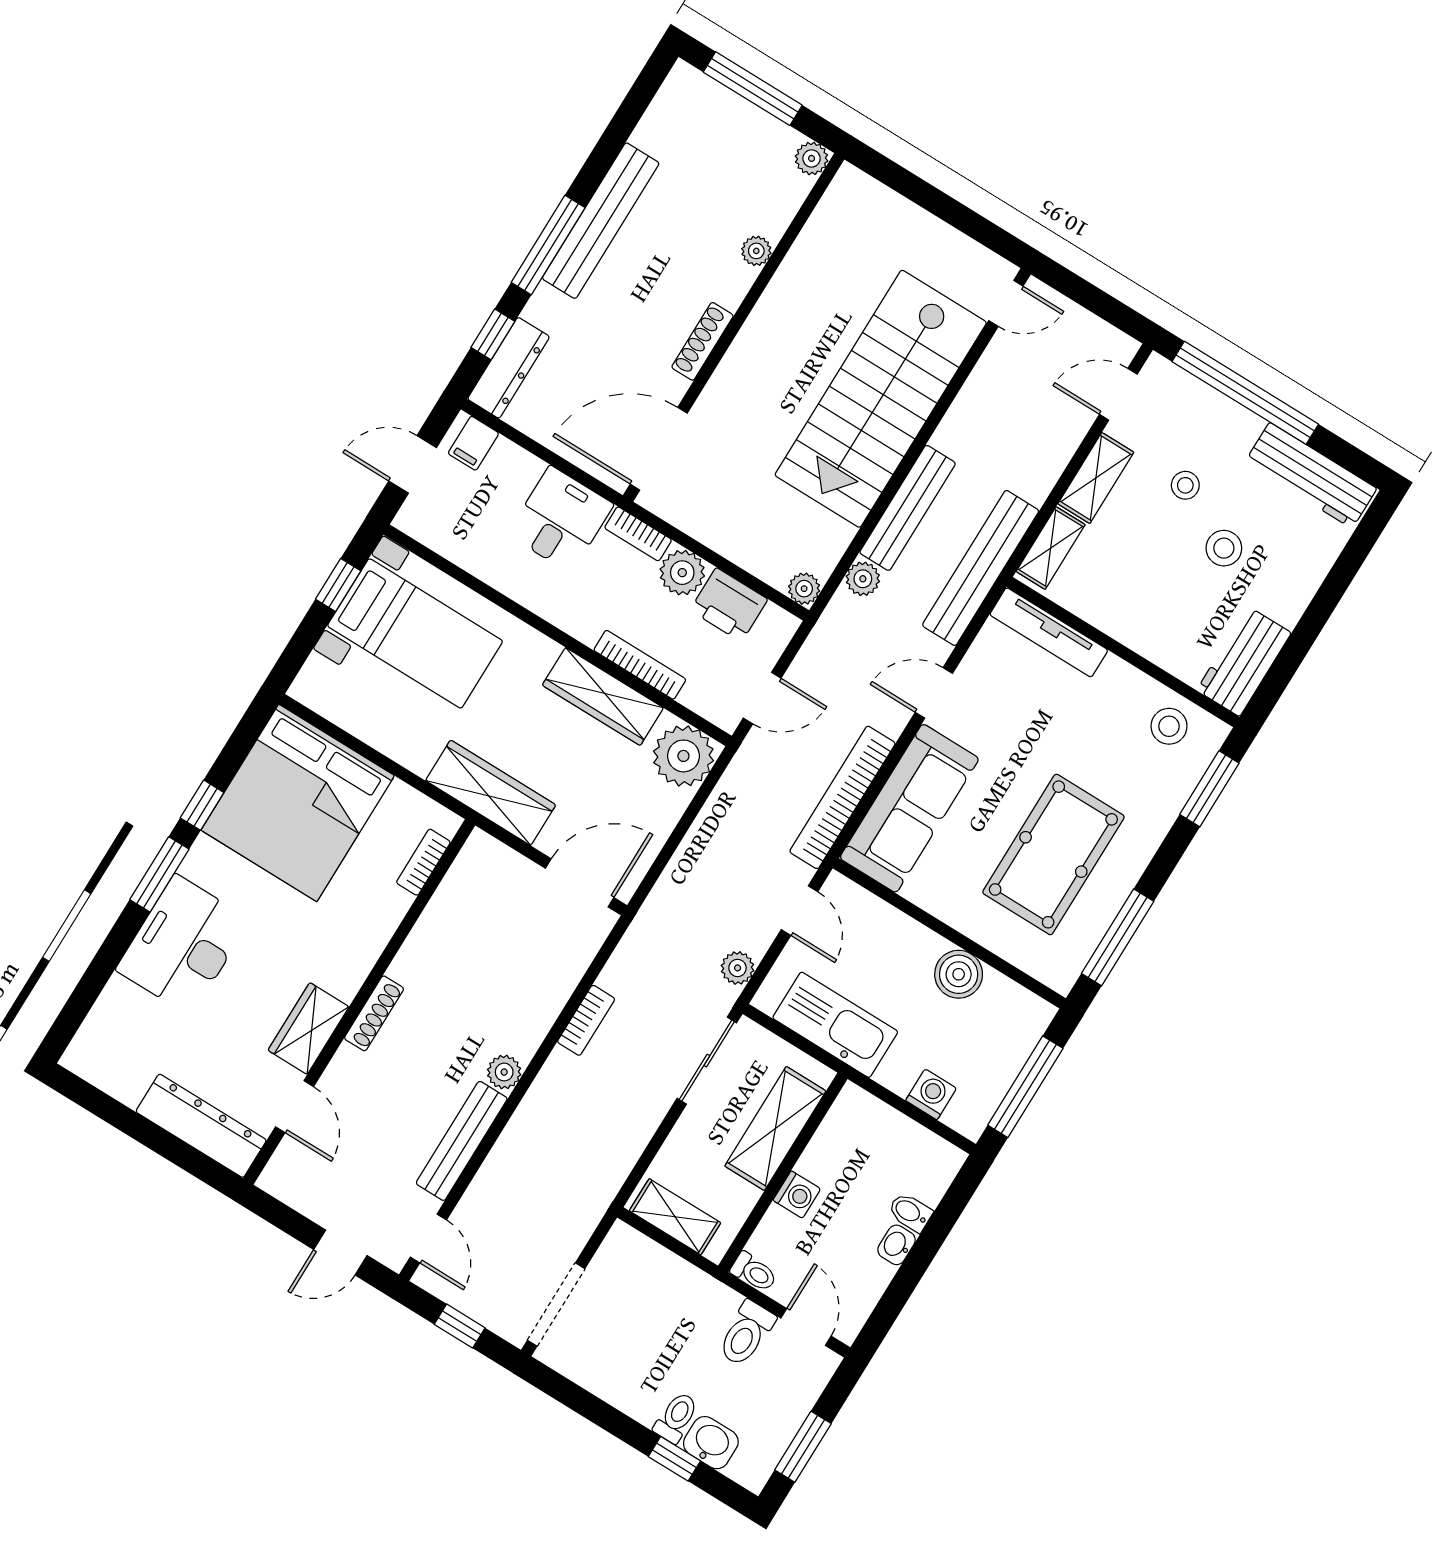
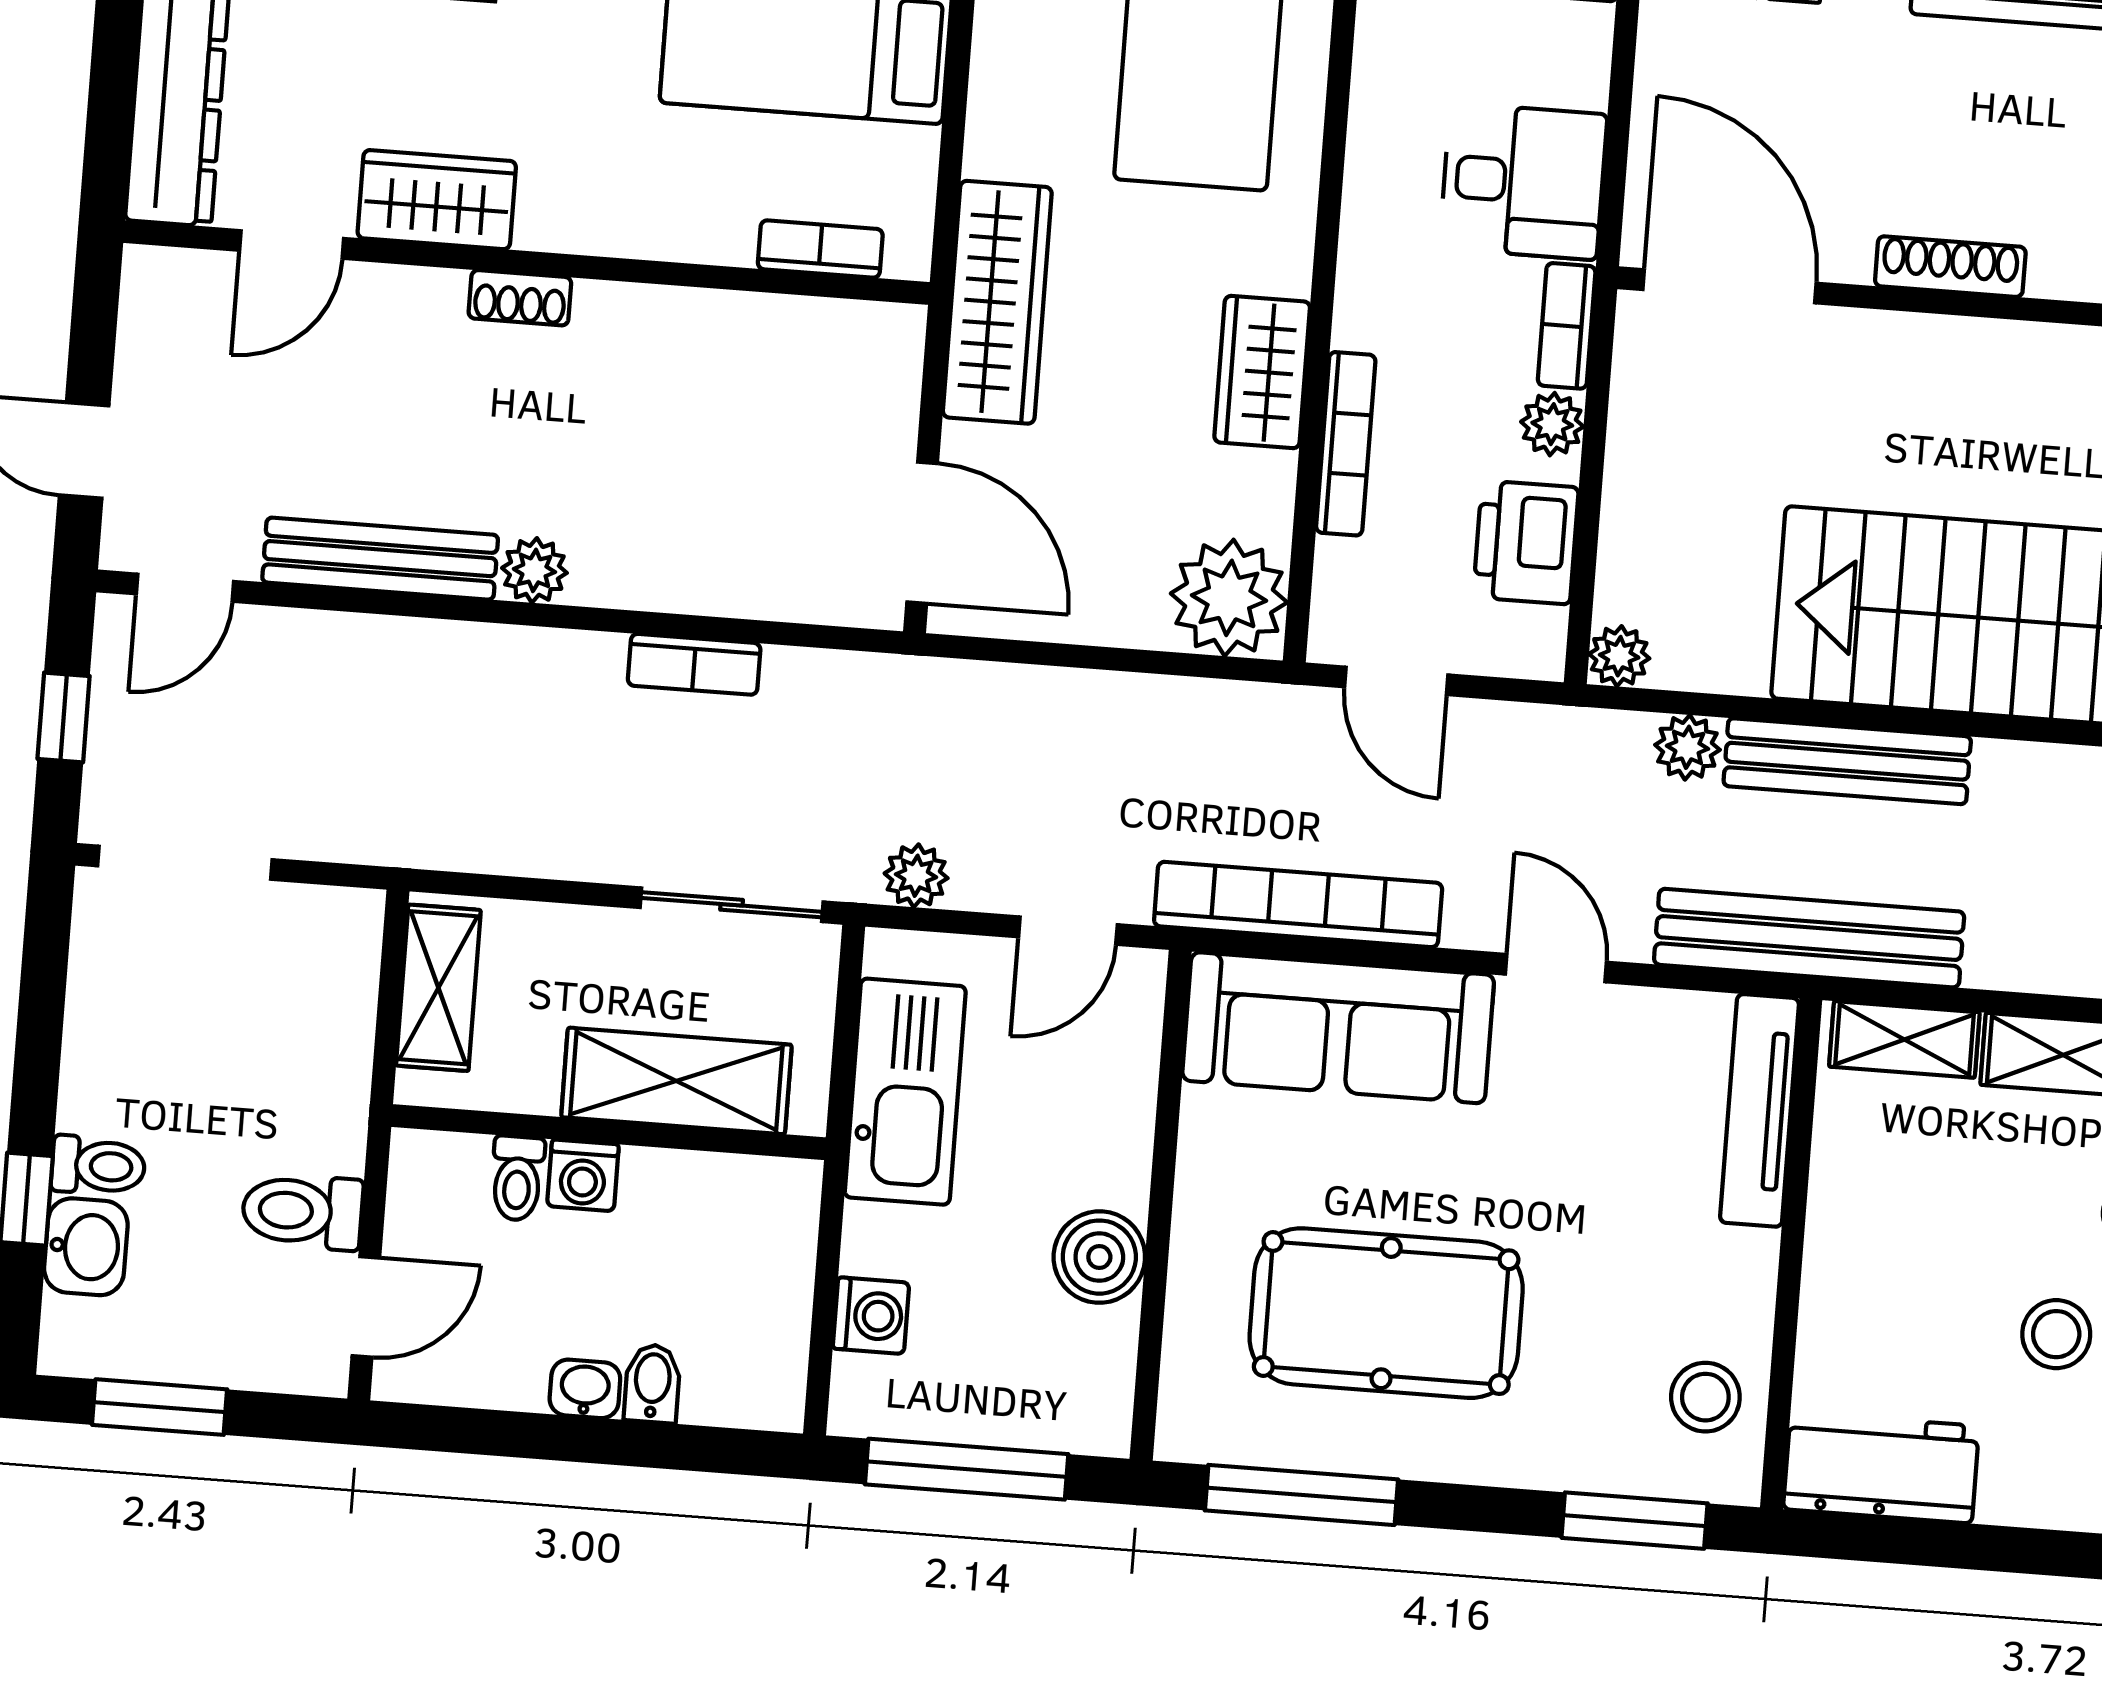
plant: (682, 573) -> (1552, 424), width x0.73, depth x0.73
wardrobe: (603, 696) -> (1262, 372), width x0.67
shoe rack: (374, 1013) -> (520, 298), width x0.70
toilet: (754, 1272) -> (517, 1178), moved

